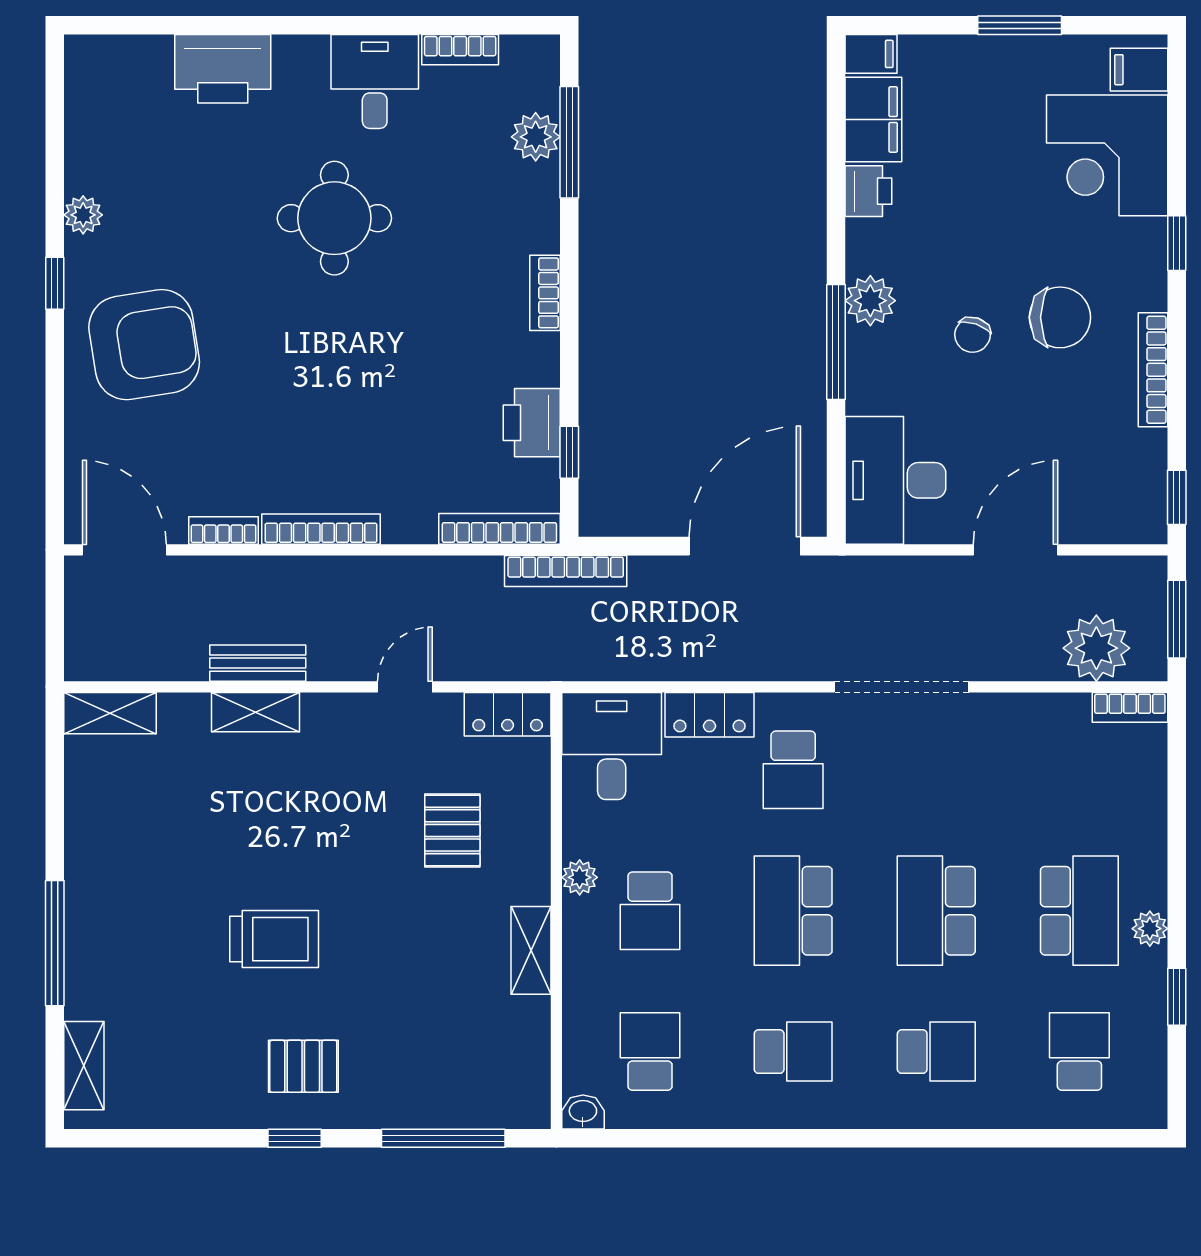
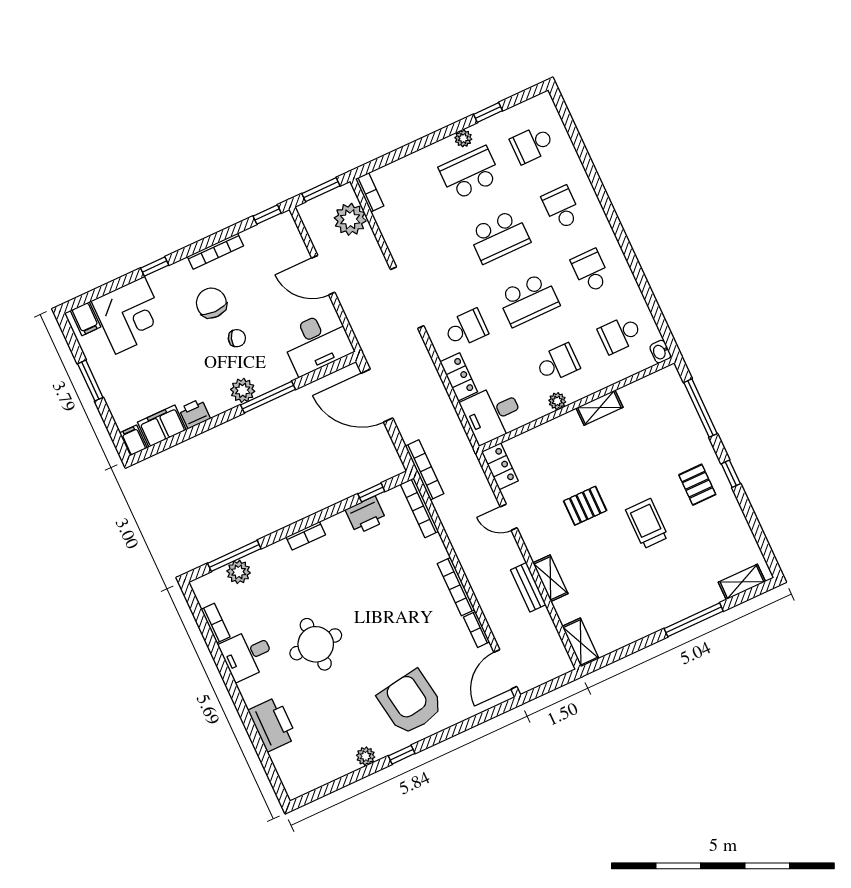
pallet: (452, 830) -> (585, 506), moved

